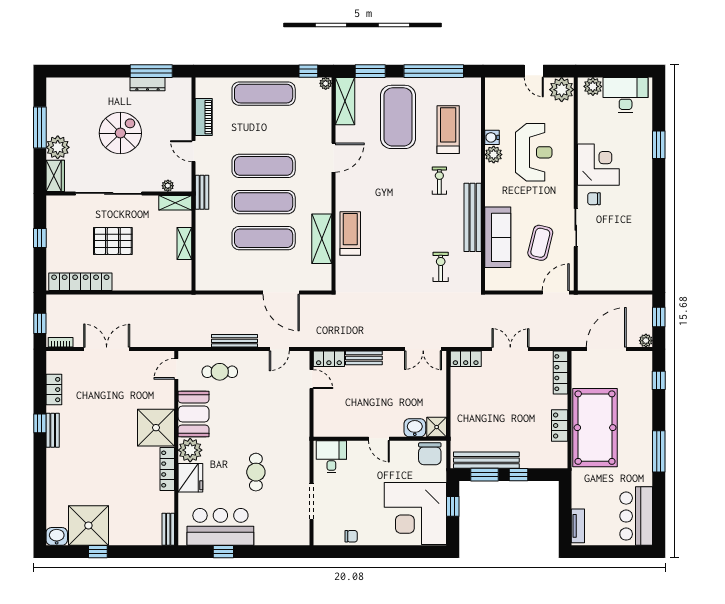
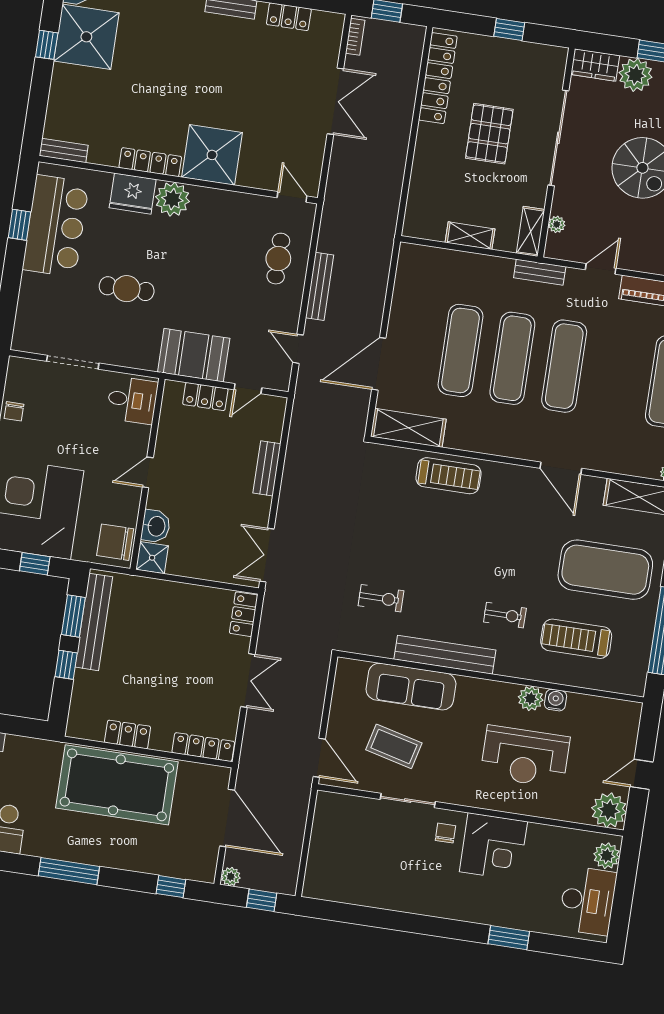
treadmill: (448, 130) -> (576, 639), turned 180
shelving: (322, 239) -> (408, 428), moved
locker: (329, 359) -> (205, 396), moved, turned -90
booth: (194, 414) -> (194, 355), moved

